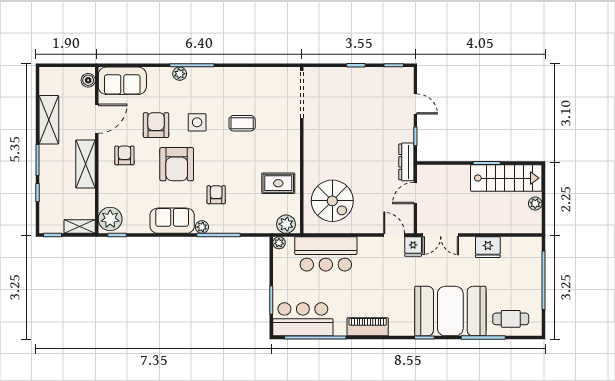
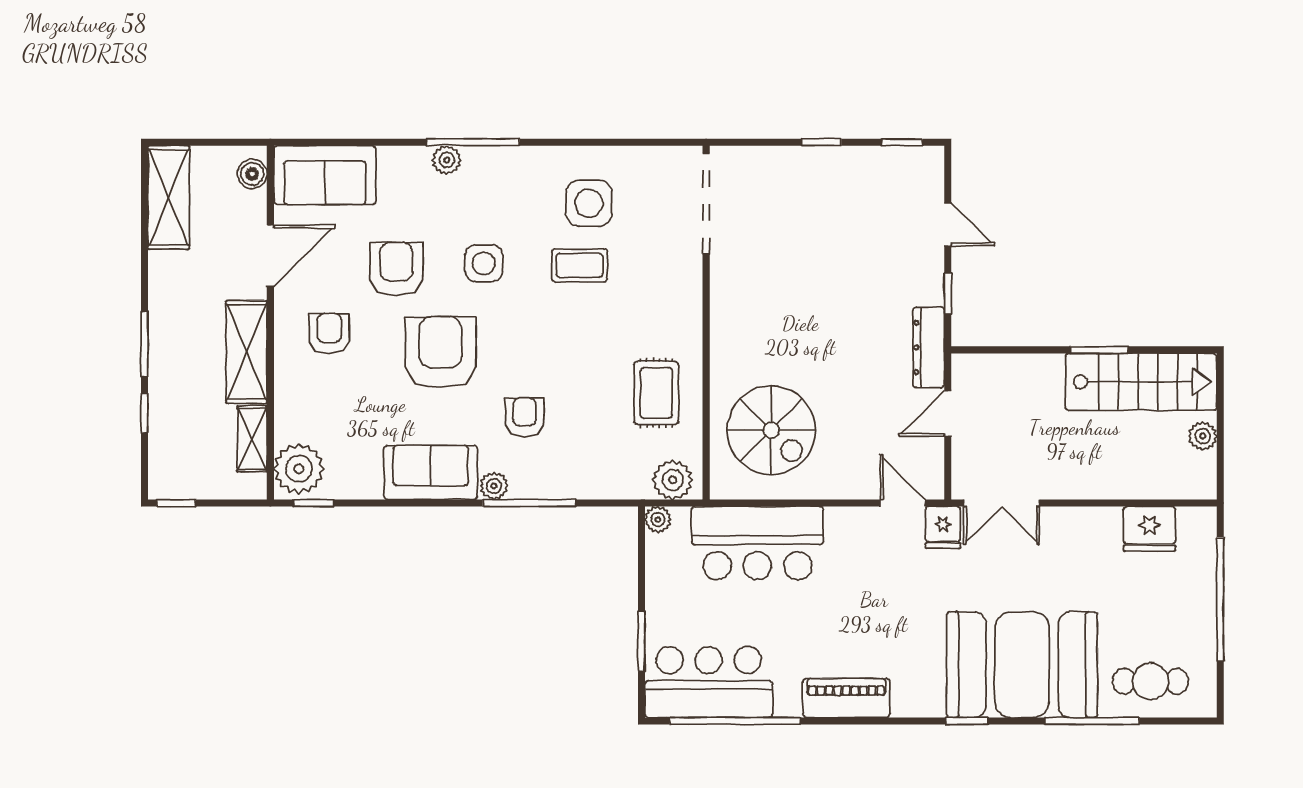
side table: (247, 94) -> (589, 203), added
shelving: (49, 120) -> (169, 197), moved
armchair: (177, 164) -> (441, 352), turned 180
rug: (278, 183) -> (656, 393), turned 90
shelving: (80, 226) -> (252, 439), moved, turned 90
fridge: (488, 247) -> (1149, 529), moved

